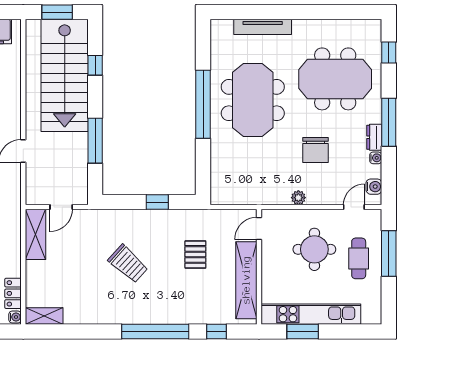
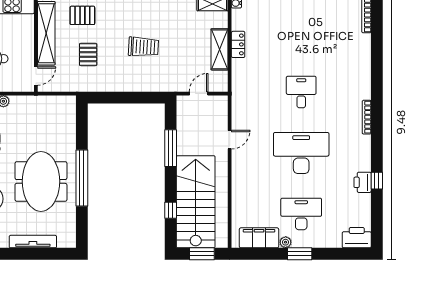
window: (157, 202) -> (119, 98), removed
shelving: (36, 234) -> (220, 49), moved
trolley: (128, 264) -> (144, 47), turned 141
locker: (13, 293) -> (238, 44), moved
pallet: (202, 302) -> (82, 15), added

